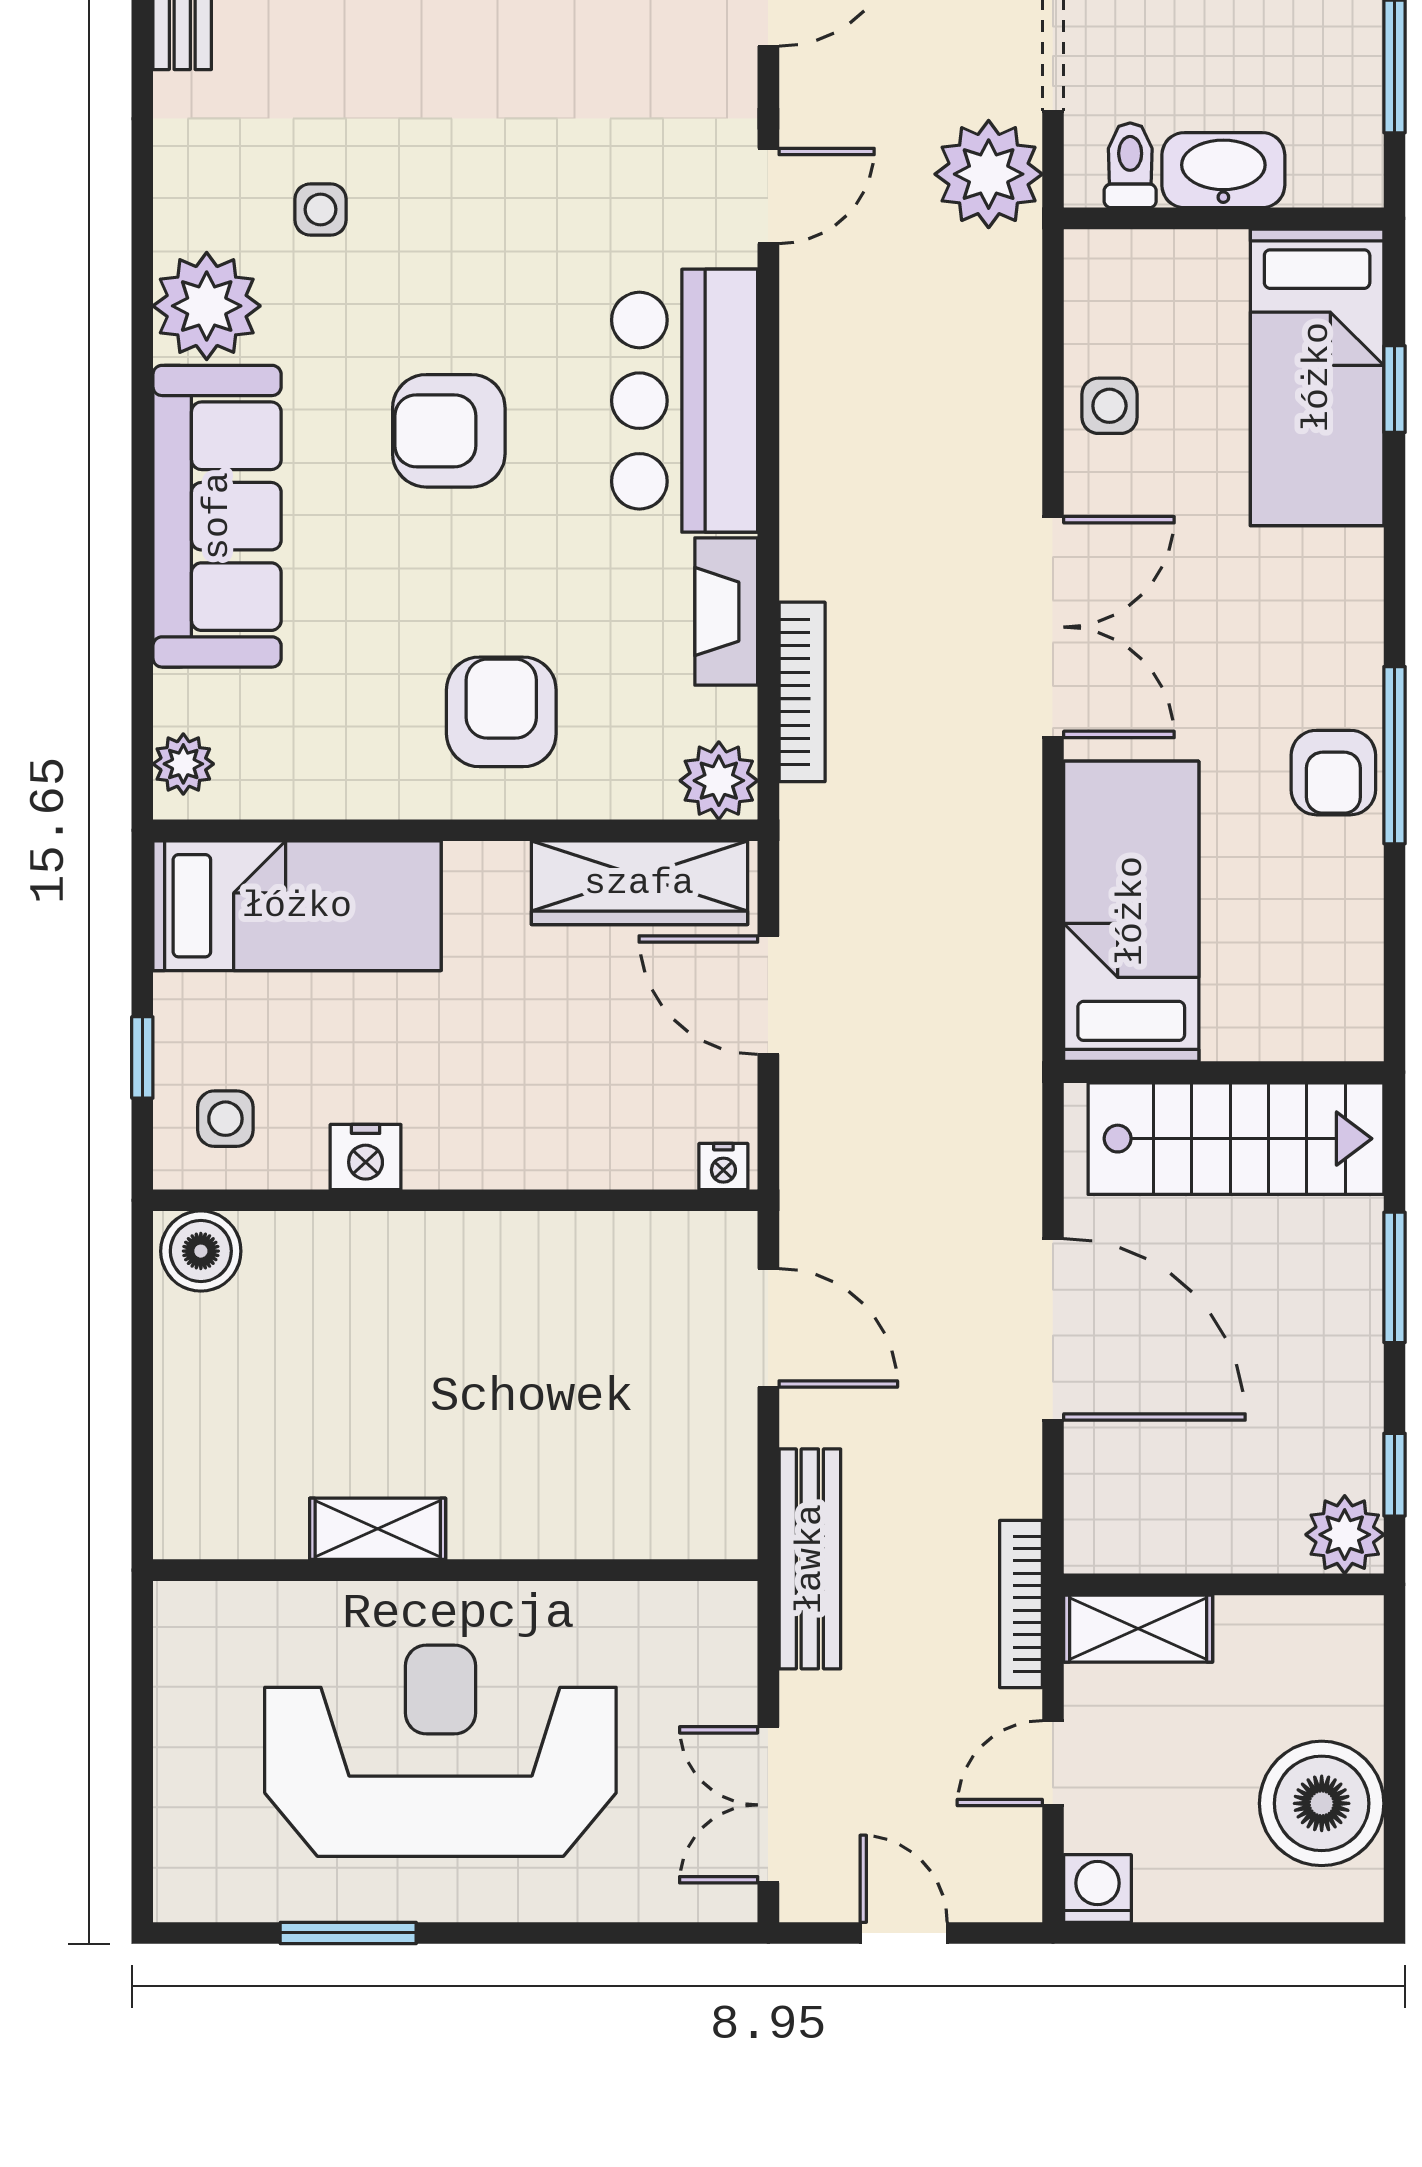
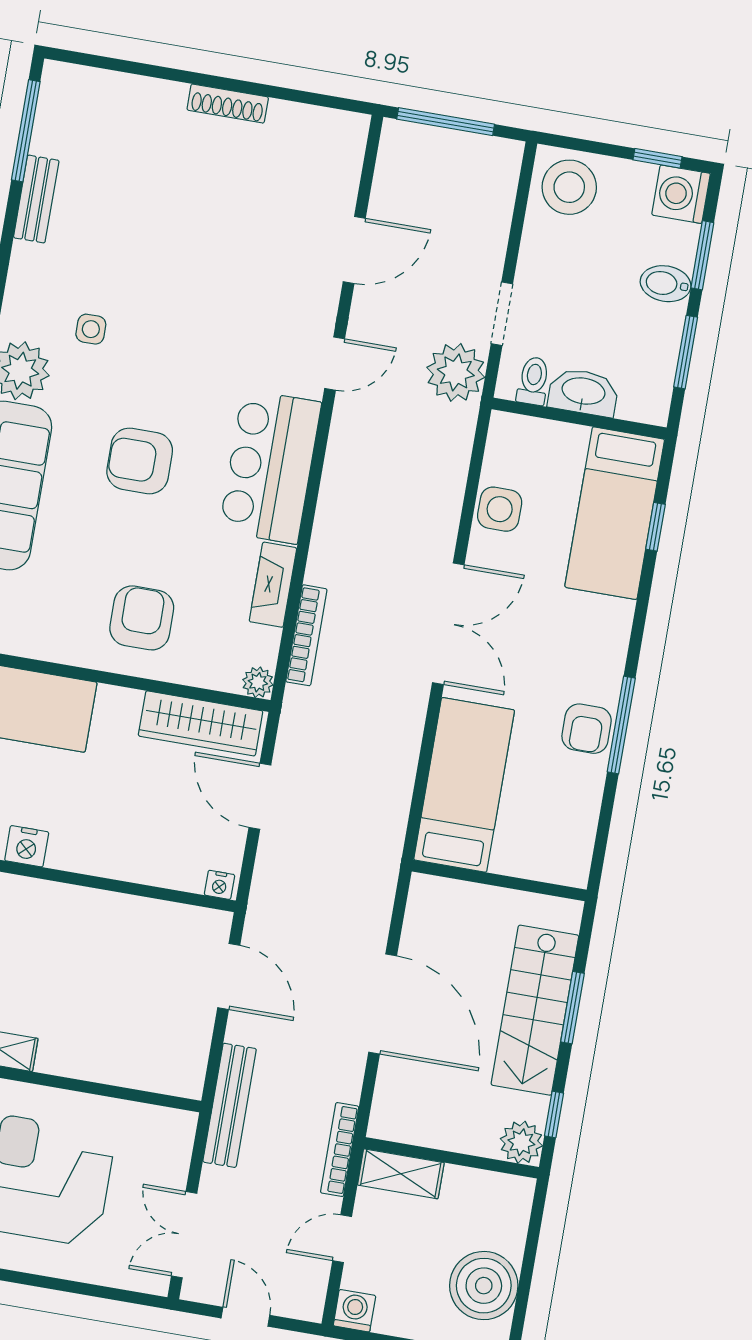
side table: (1109, 406) -> (500, 509), width x1.37, depth x1.37
plant: (719, 781) -> (258, 682), width x0.73, depth x0.73
stairs: (1236, 1139) -> (535, 1010), moved, turned 90

